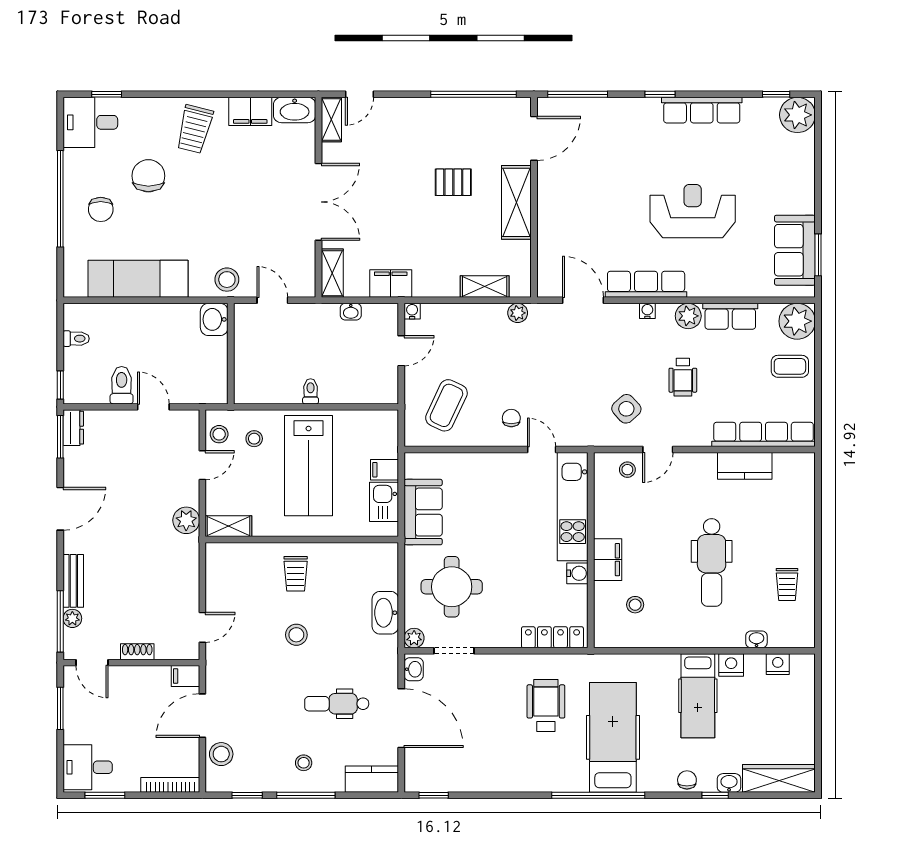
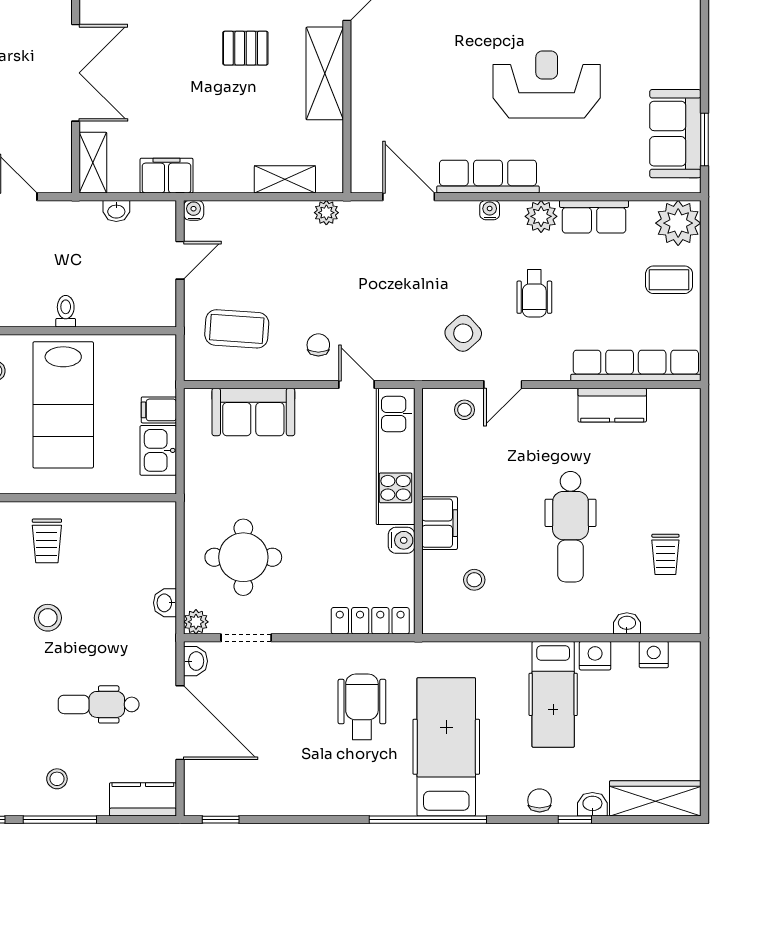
coffee table: (446, 405) -> (237, 329), turned 69
sofa: (423, 512) -> (253, 412), moved, turned 90
washbasin: (385, 613) -> (165, 603), width x0.52, depth x0.69

